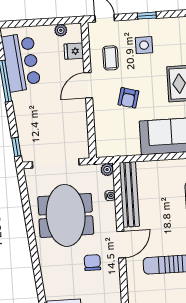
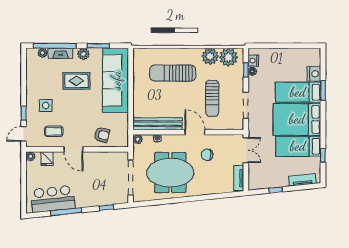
window: (147, 16) -> (24, 113), moved
plant: (61, 30) -> (31, 156), moved
armchair: (128, 98) -> (102, 135), moved
window: (16, 147) -> (106, 208), moved

